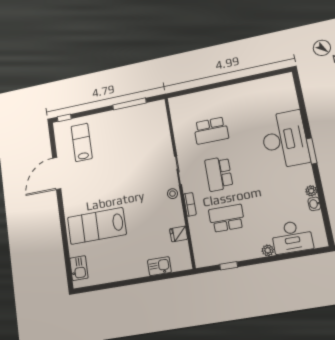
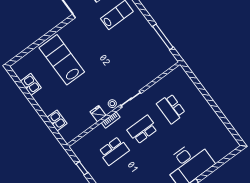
school desk: (227, 218) -> (114, 151), turned 90
fridge: (179, 234) -> (98, 114), moved
kitchen sink: (79, 268) -> (31, 84), moved, turned -90

